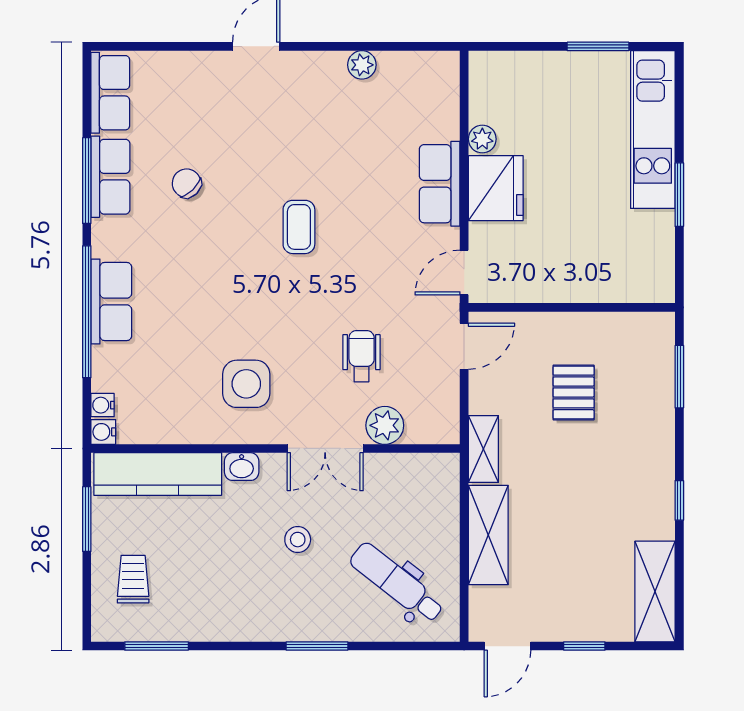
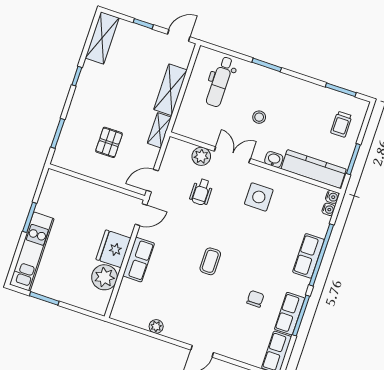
plant: (482, 139) -> (105, 277), width x1.87, depth x1.87
chair: (187, 183) -> (255, 299), turned -136
dental chair: (397, 583) -> (220, 82), turned 52

